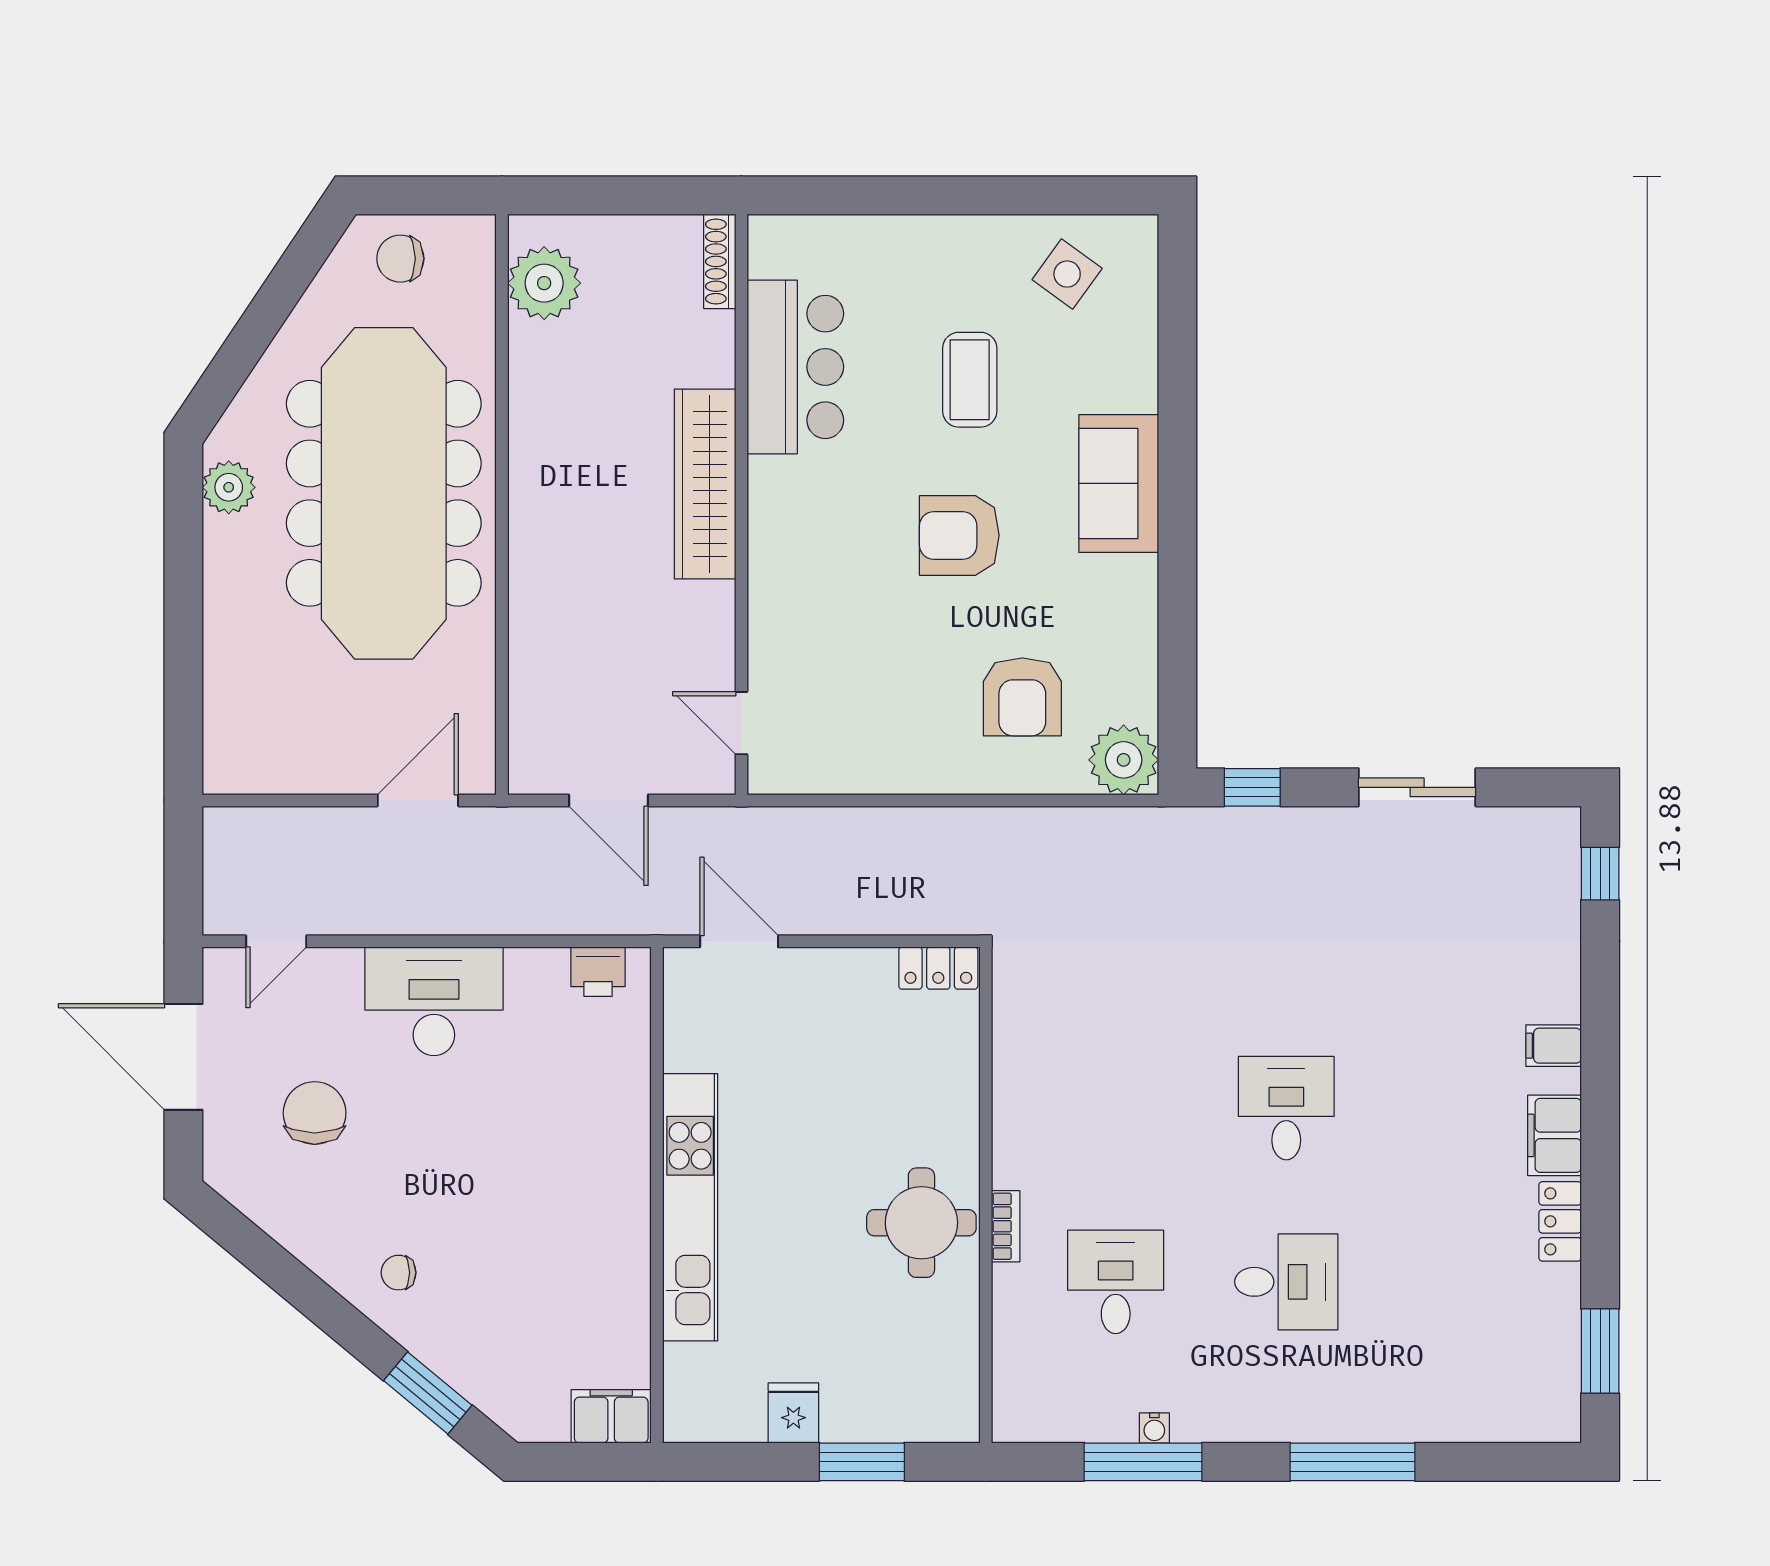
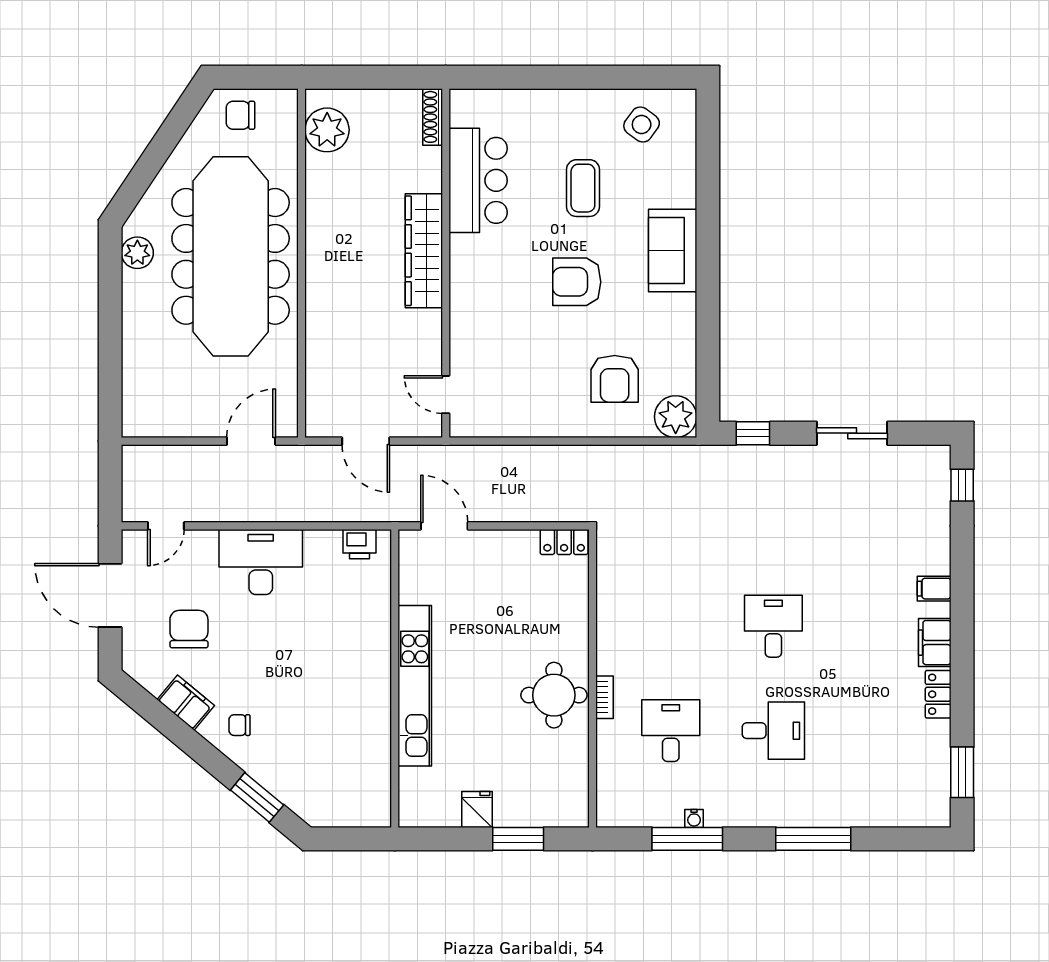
filing cabinet: (611, 1416) -> (186, 703), moved, turned 40

